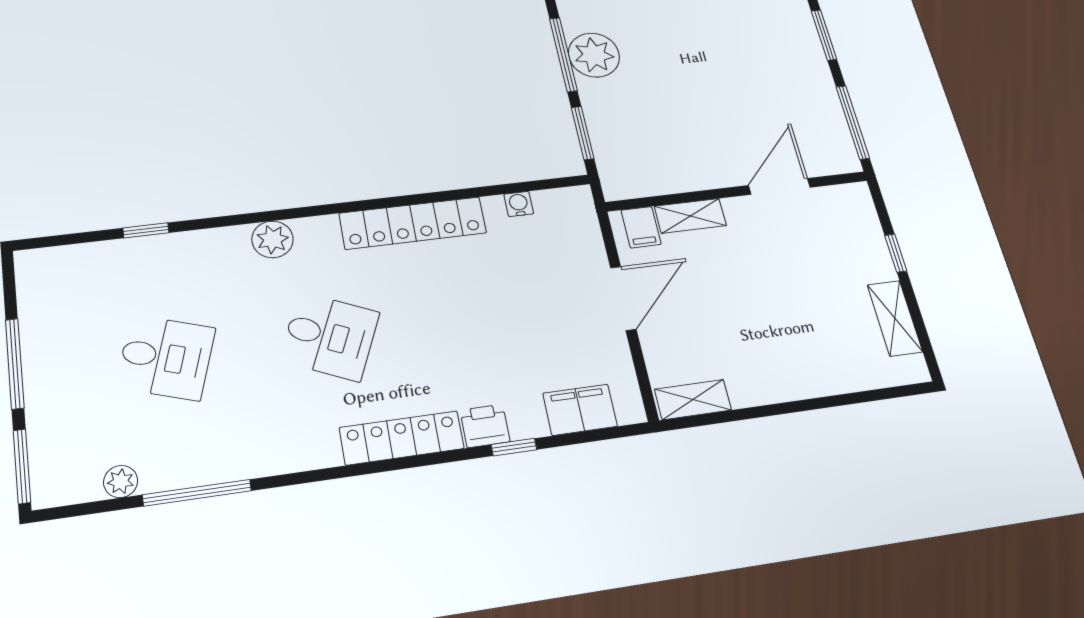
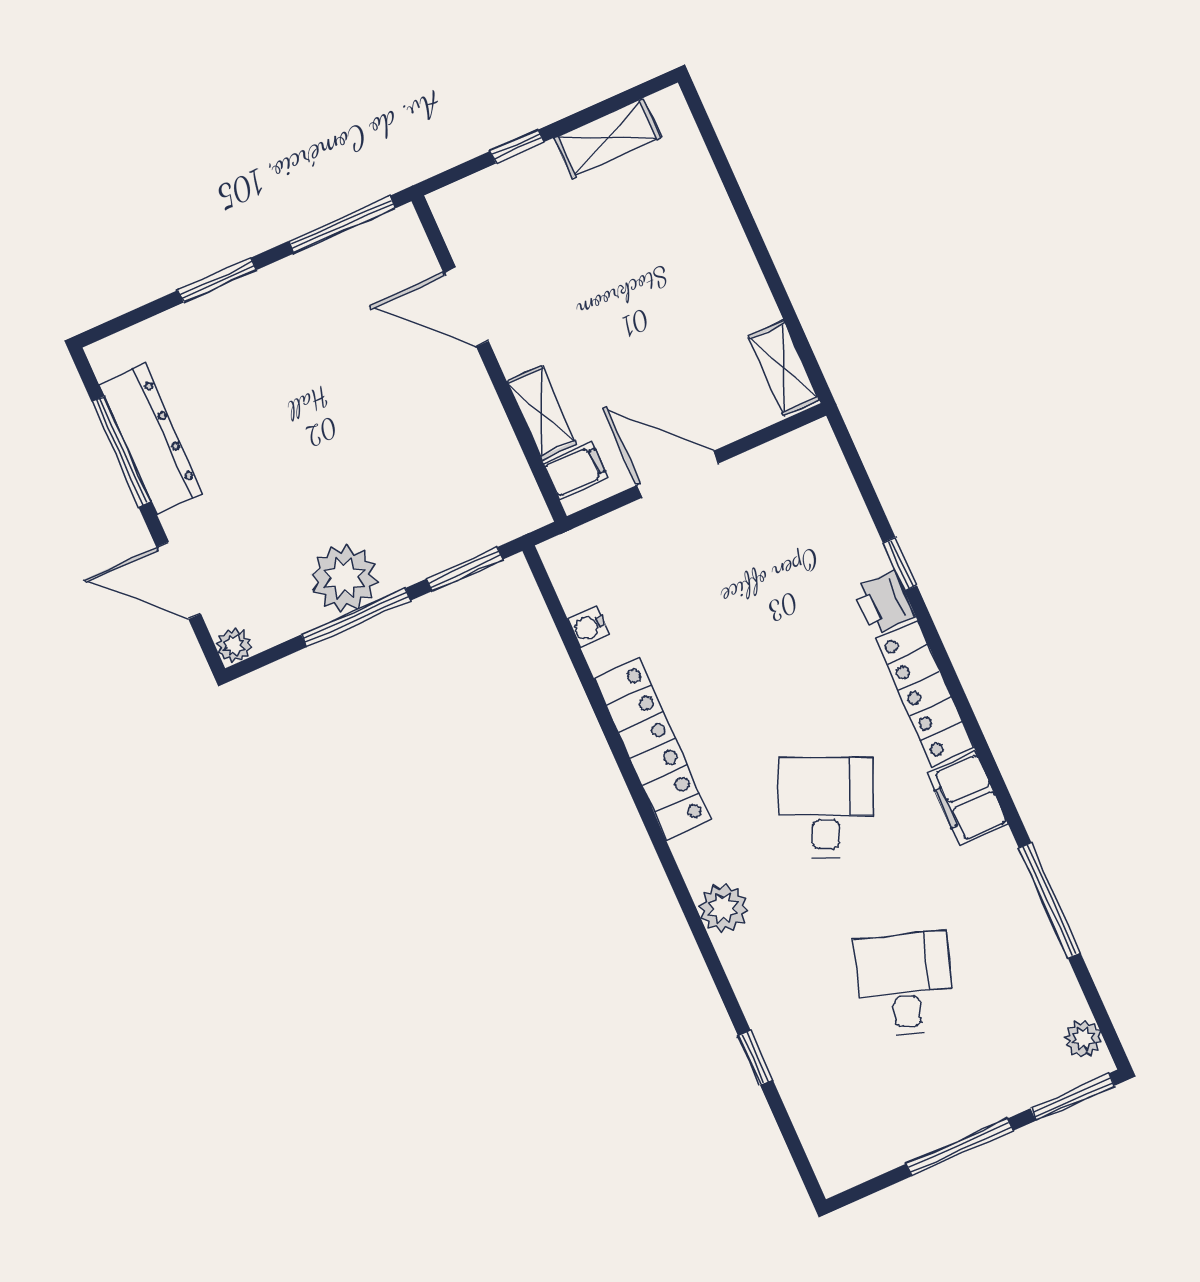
filing cabinet: (580, 410) -> (968, 799), moved
plant: (121, 482) -> (1083, 1039), moved

